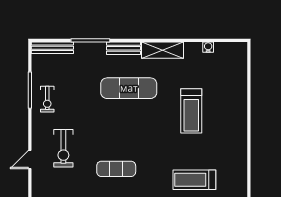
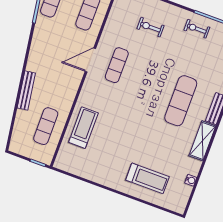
treadmill: (191, 111) -> (147, 178), moved, turned 180
exercise bike: (63, 148) -> (150, 27), width x0.73, depth x0.72

